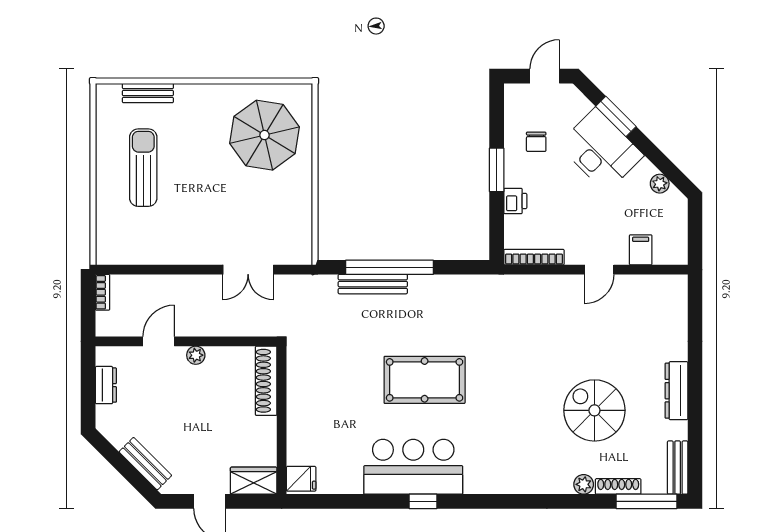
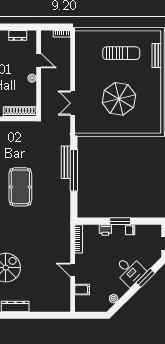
parasol: (264, 135) -> (119, 99), moved
chair: (536, 142) -> (130, 230), moved
desk: (601, 150) -> (130, 271), width x0.73

